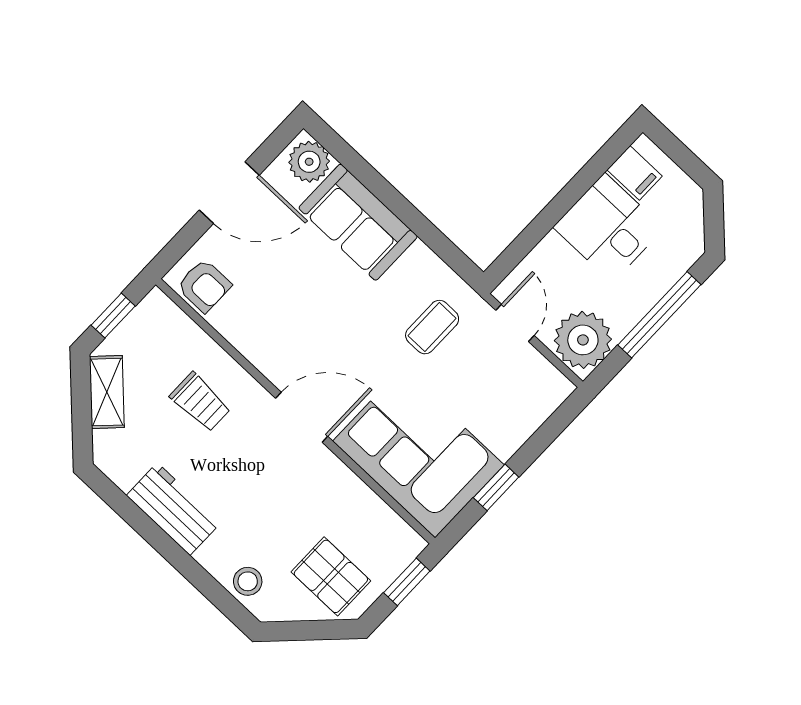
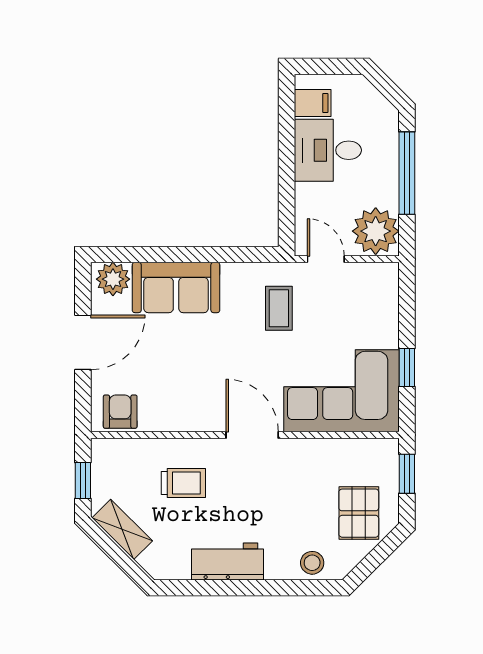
armchair: (204, 286) -> (120, 412), turned -90
door: (302, 417) -> (252, 435), hinge flipped
pallet: (331, 576) -> (359, 513), turned 90

